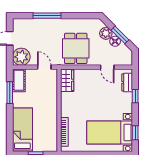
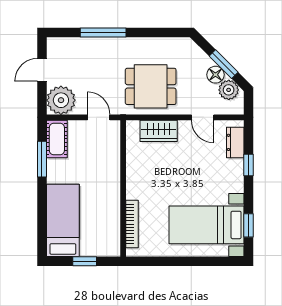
plant: (106, 33) -> (229, 90), moved
dining table: (76, 48) -> (151, 86), turned 90
wardrobe: (67, 80) -> (159, 131), moved, turned 90

